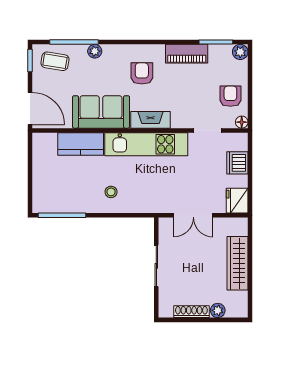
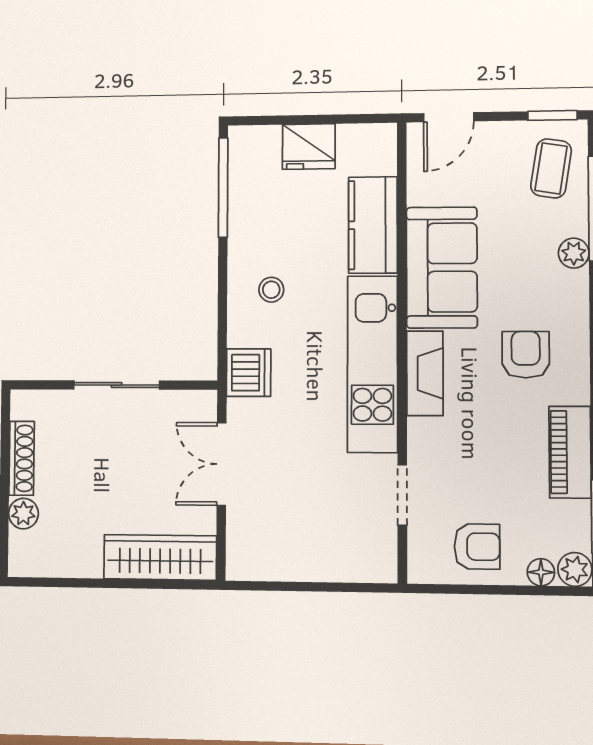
armchair: (142, 73) -> (526, 355), turned -90
door: (30, 108) -> (449, 117), width x0.73
floor lamp: (242, 122) -> (541, 572), moved
dishwasher: (237, 163) -> (249, 373), moved, turned 90
fridge: (237, 201) -> (309, 147), moved, turned 180
wardrobe: (238, 263) -> (160, 557), moved

